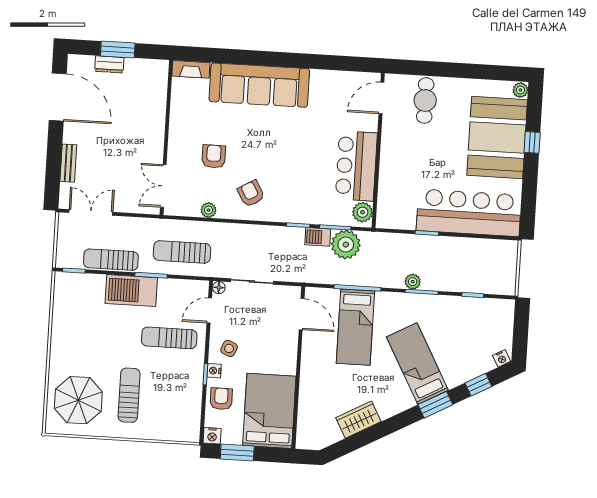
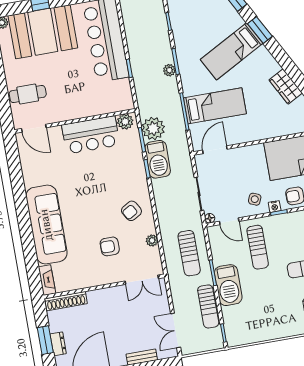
shoe rack: (159, 87) -> (66, 301), added
barbecue: (318, 237) -> (158, 159), width x1.88, depth x1.53

